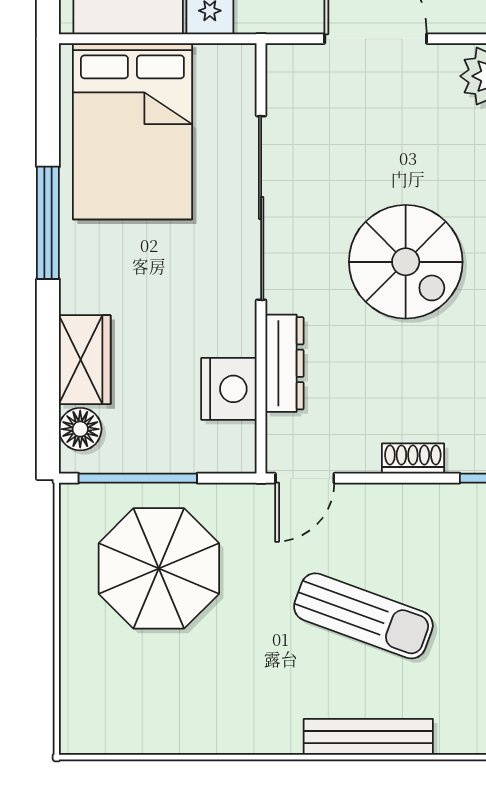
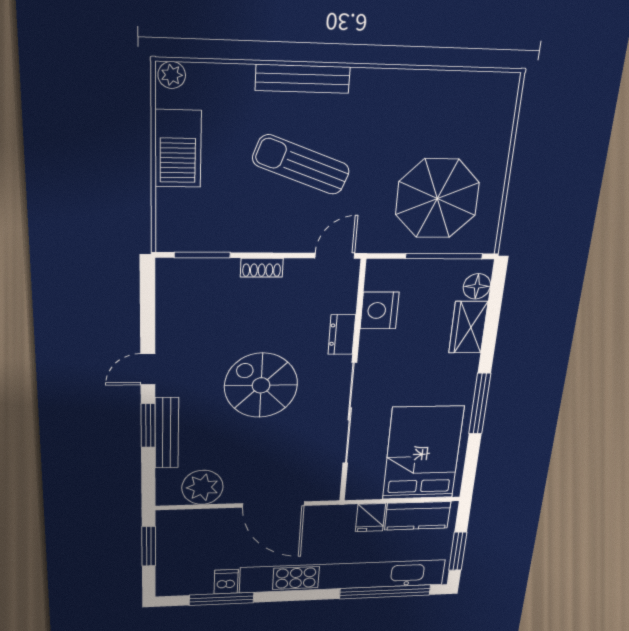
dresser: (285, 363) -> (342, 335), width x0.70

